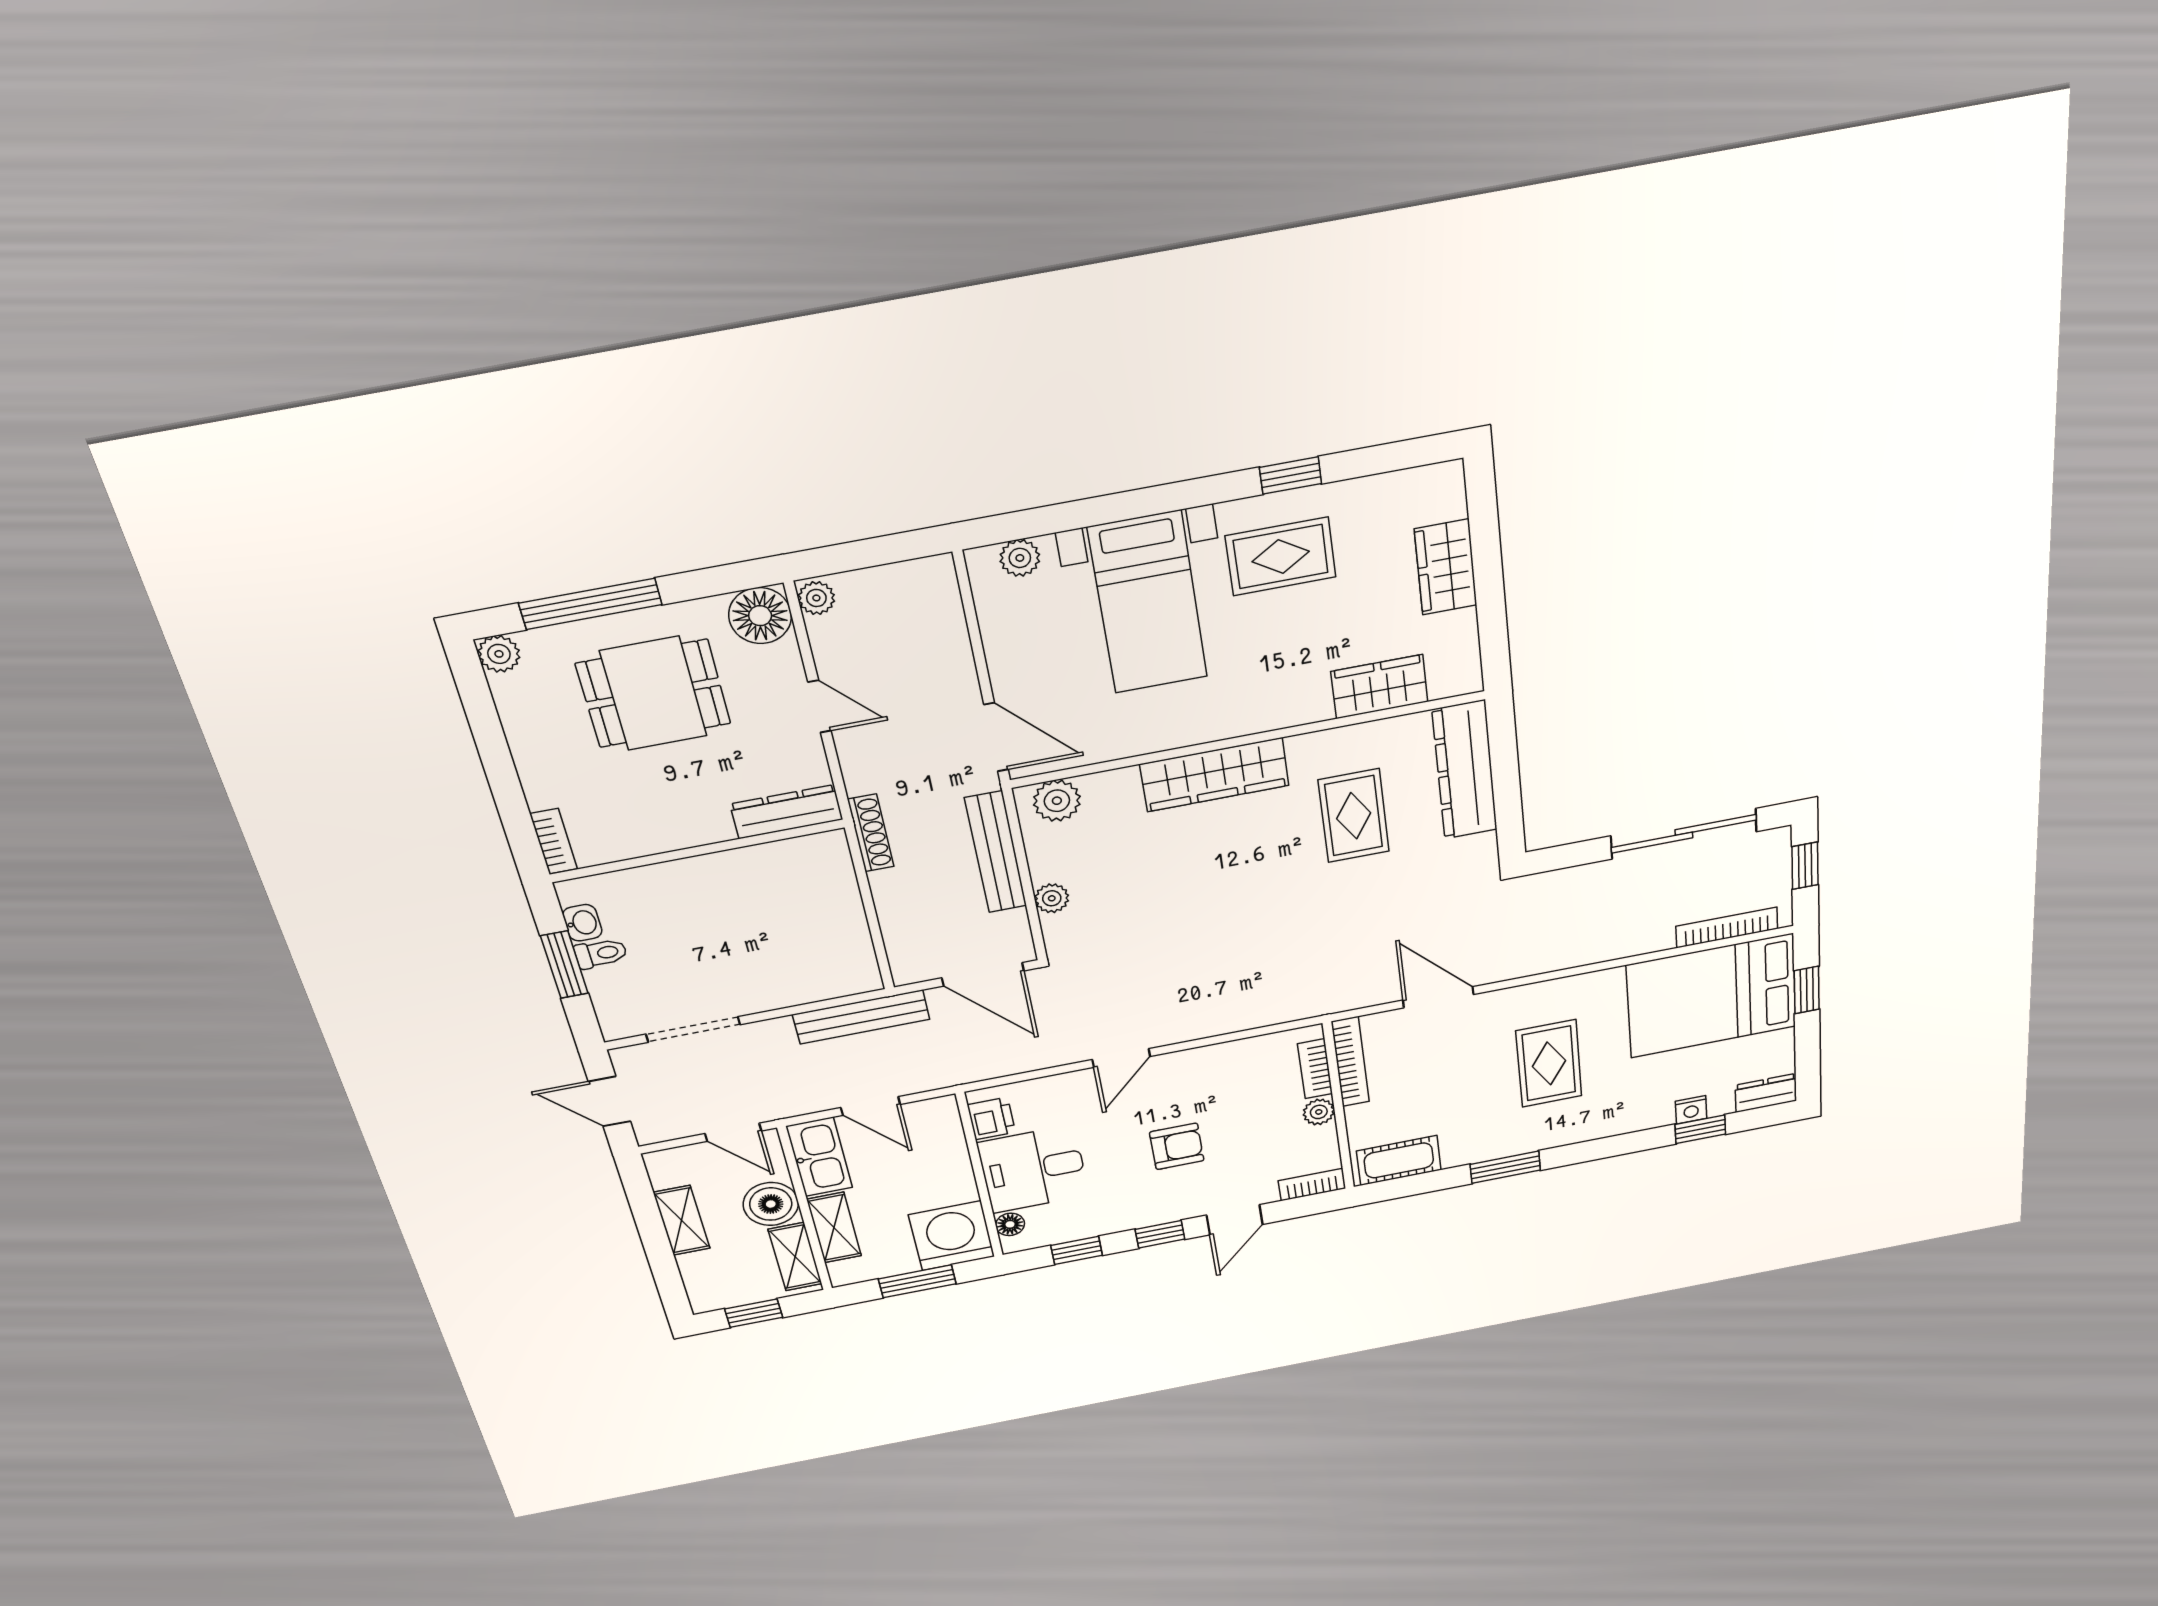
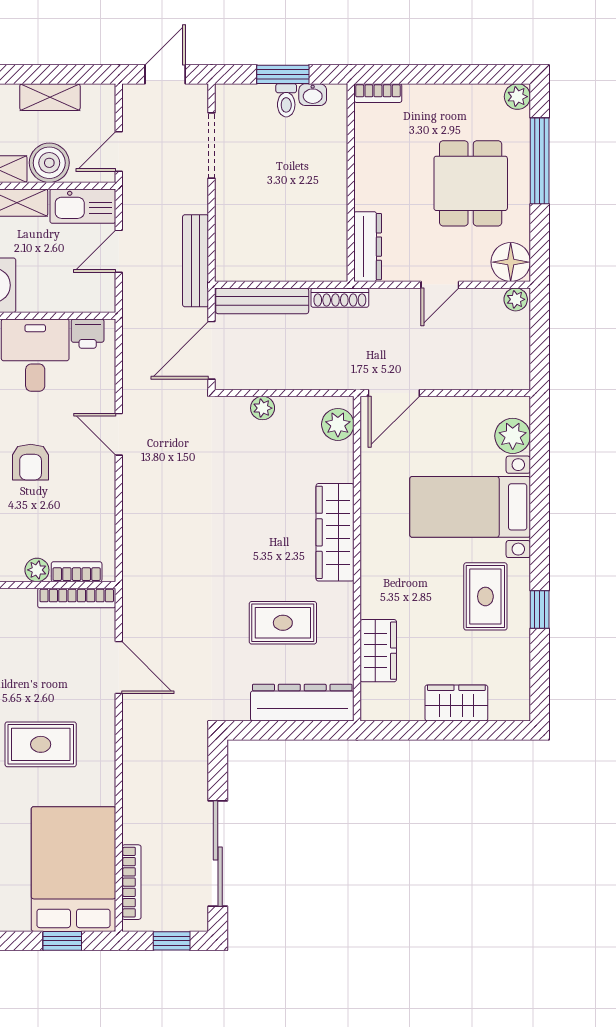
plant: (1020, 558) -> (513, 436), width x1.38, depth x1.38
bench: (996, 852) -> (262, 301), moved
door: (1438, 997) -> (119, 668), hinge flipped

